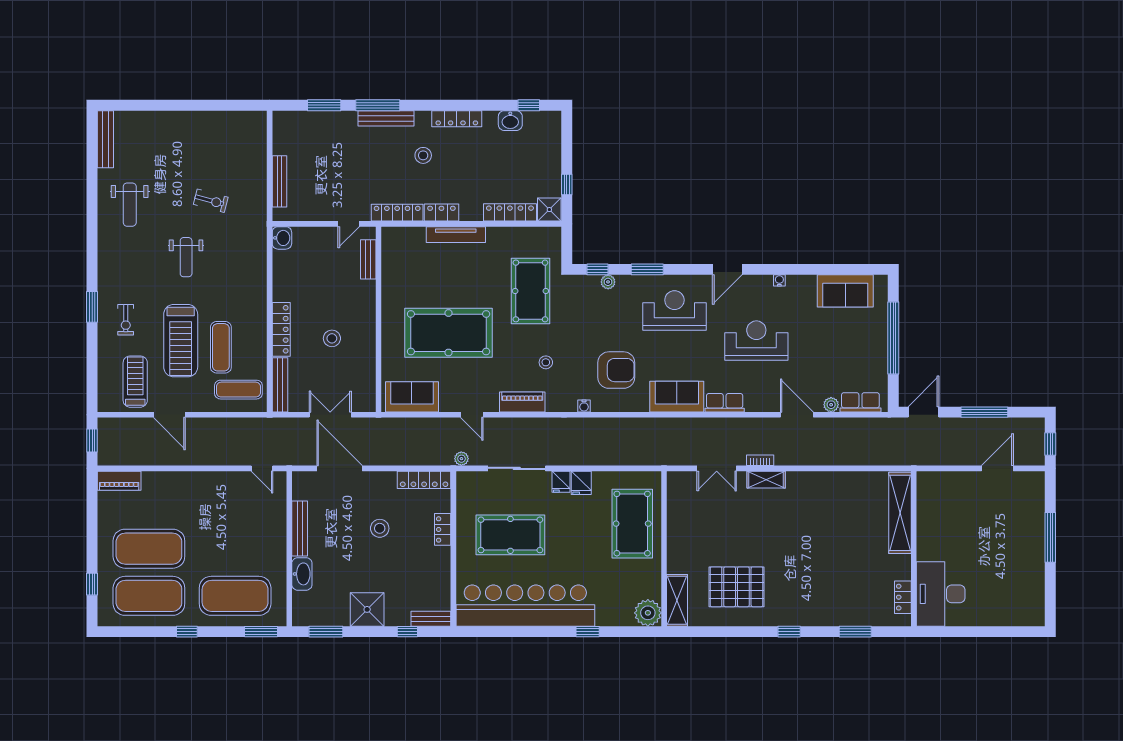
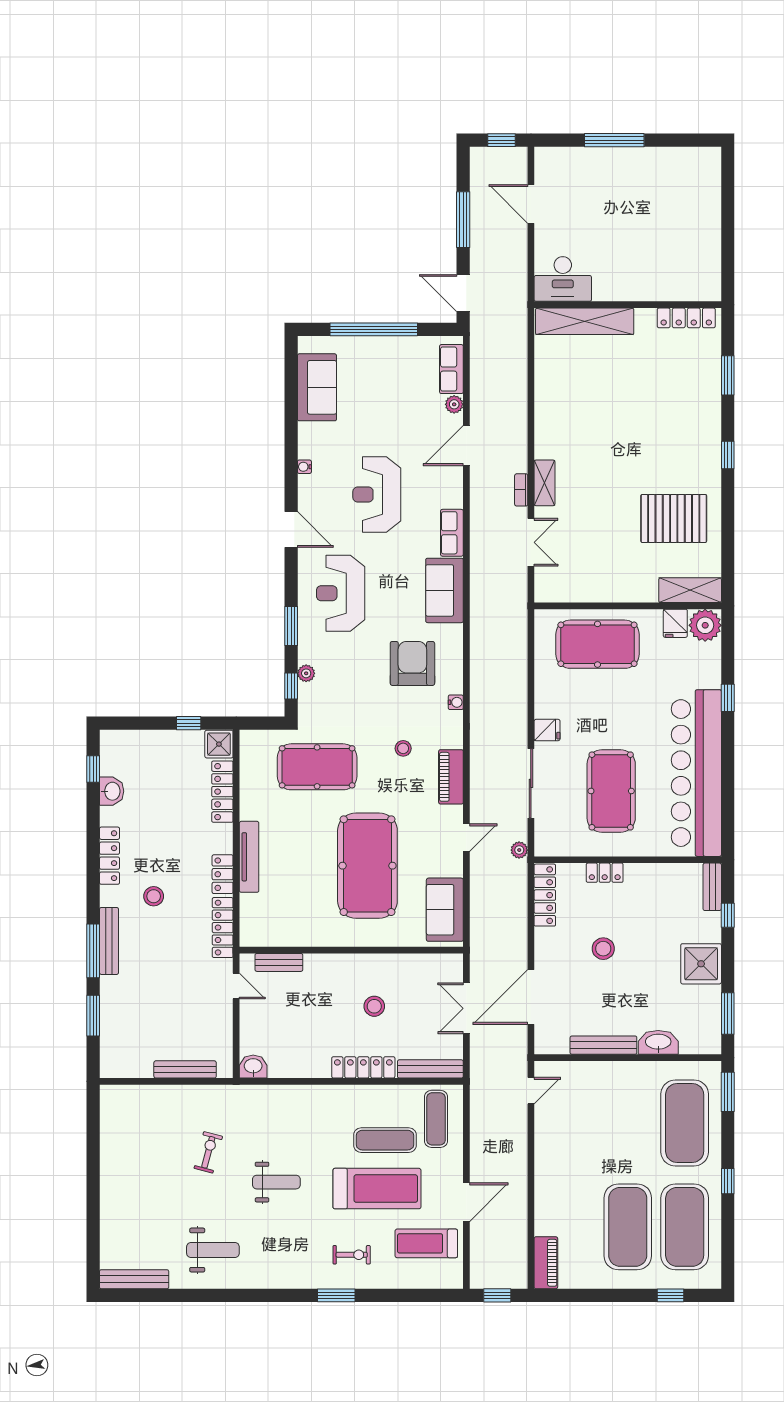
fridge: (581, 483) -> (675, 623), moved, turned 90
pallet: (736, 587) -> (674, 518), turned 90
desk: (941, 594) -> (563, 279), moved, width x0.73, depth x0.77
locker: (903, 597) -> (686, 318), width x1.53

